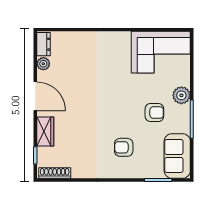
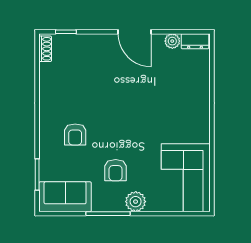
door: (35, 96) -> (134, 32), hinge flipped
wardrobe: (45, 131) -> (94, 43), removed
armchair: (124, 147) -> (75, 134), turned 180
shoe rack: (55, 173) -> (45, 49), width x0.70

